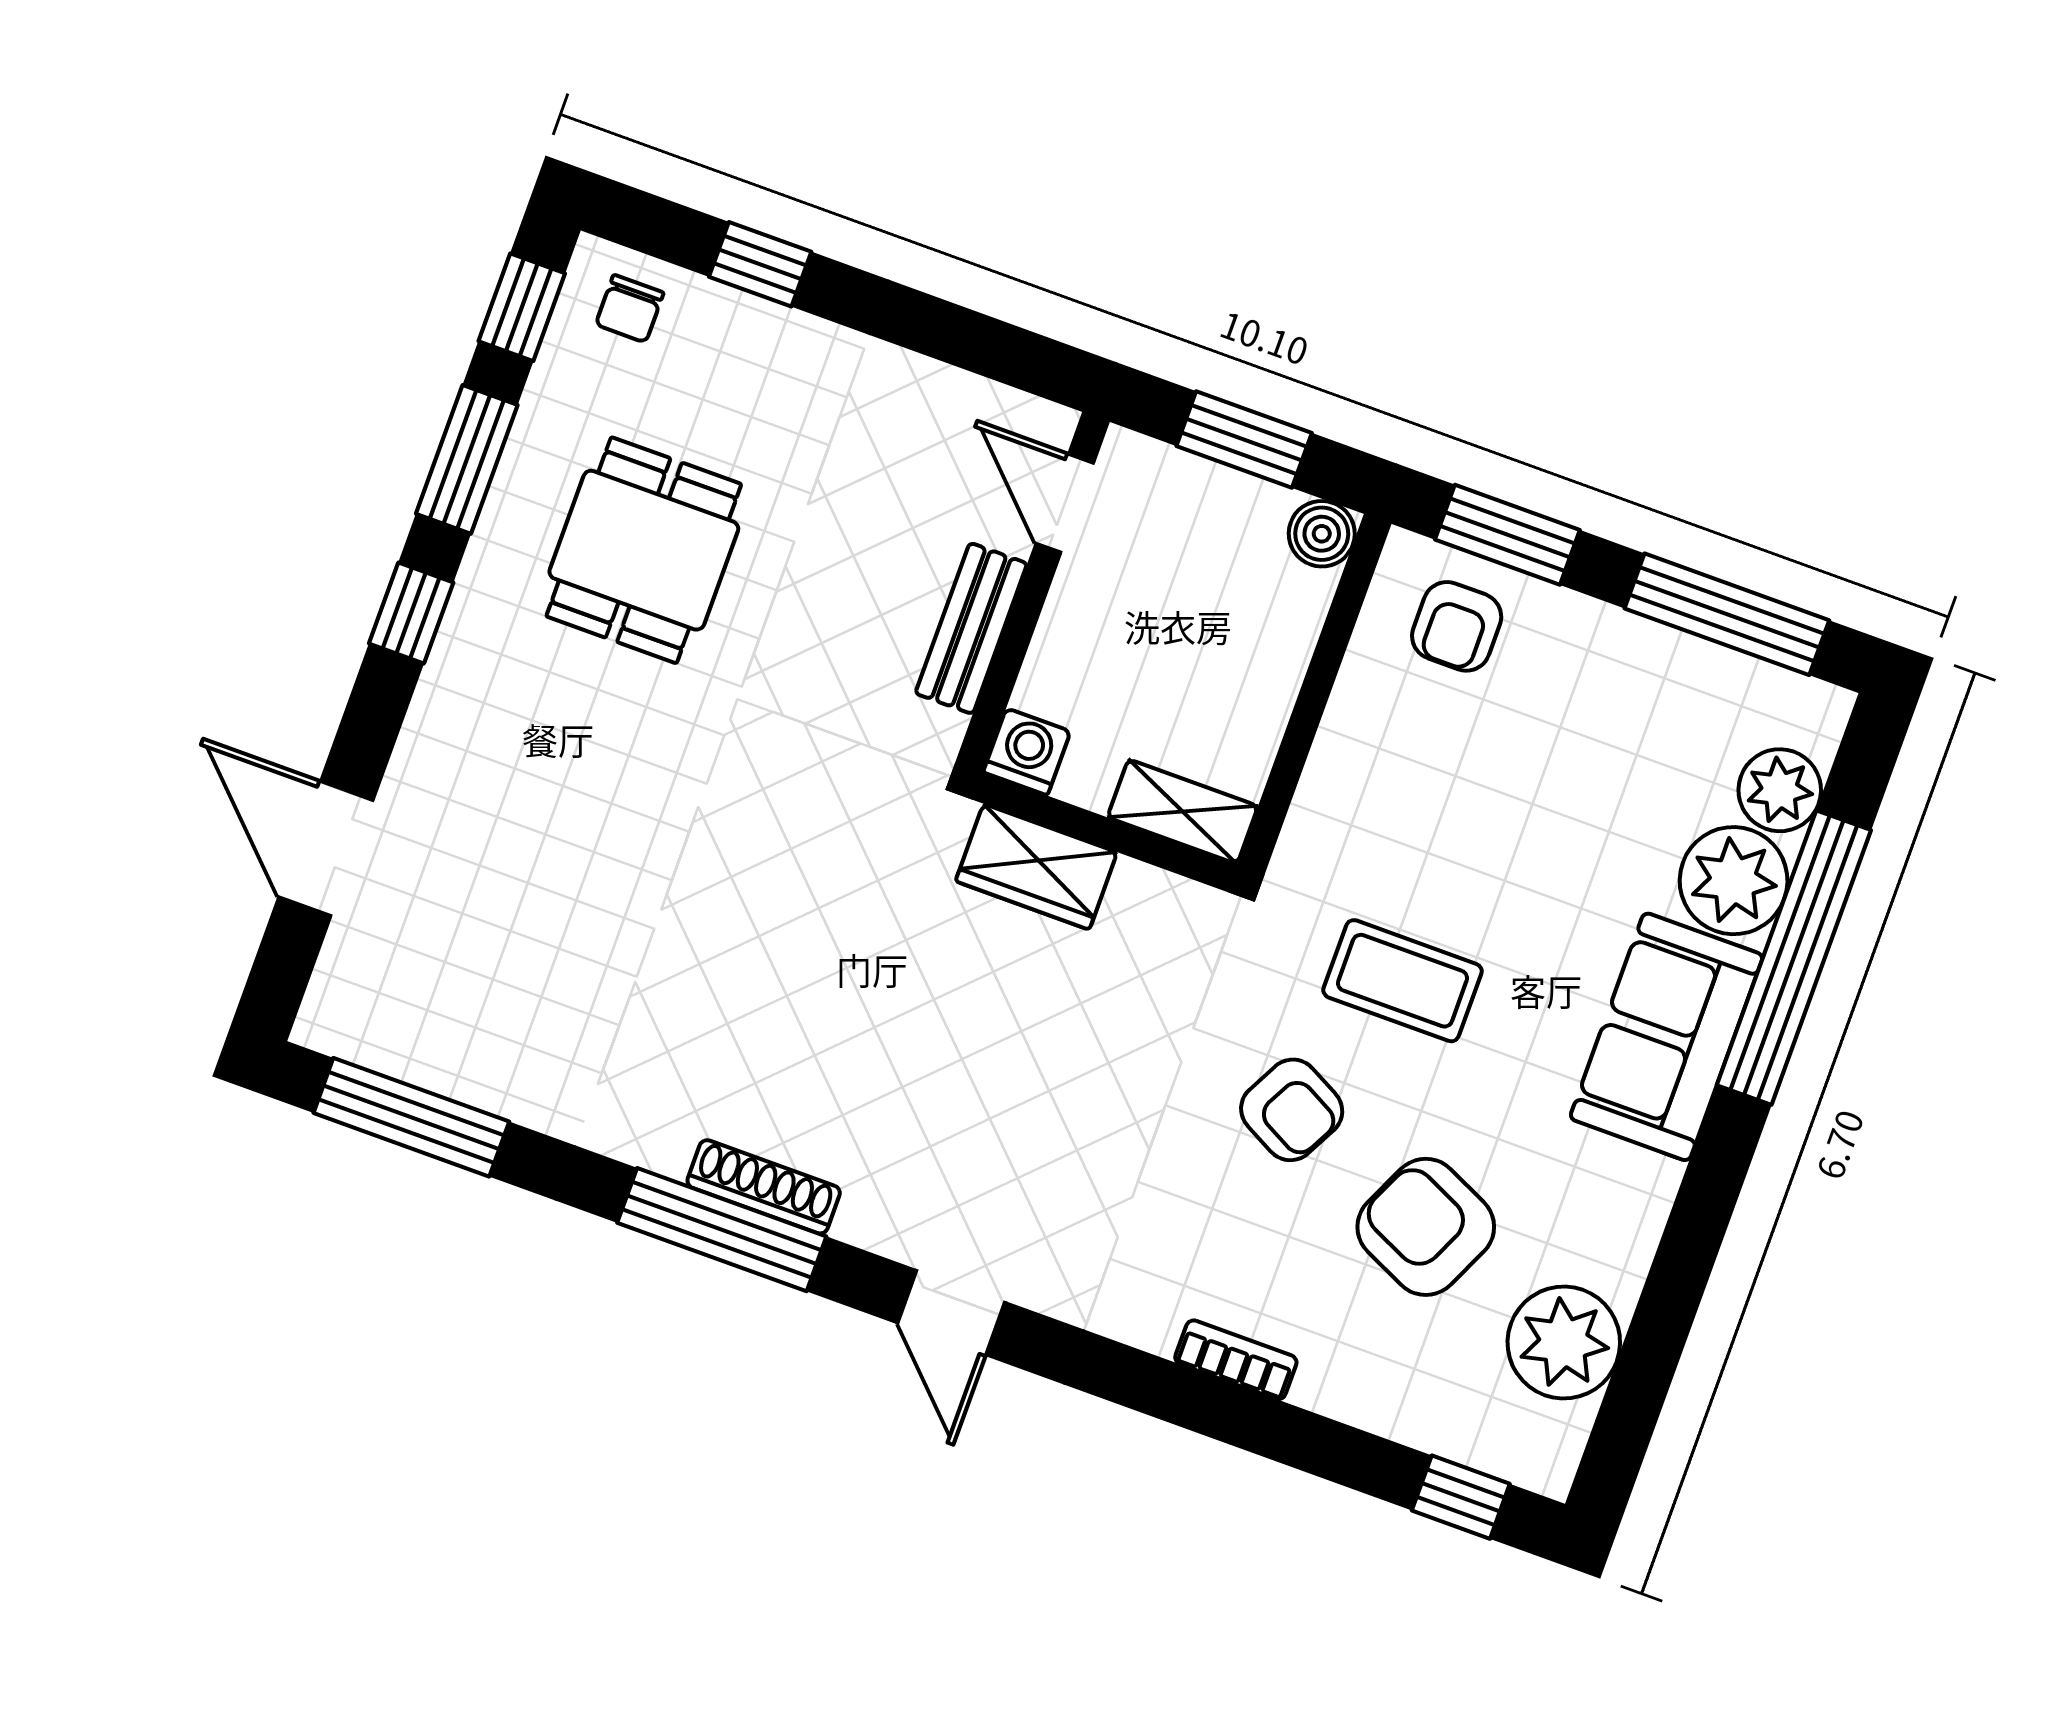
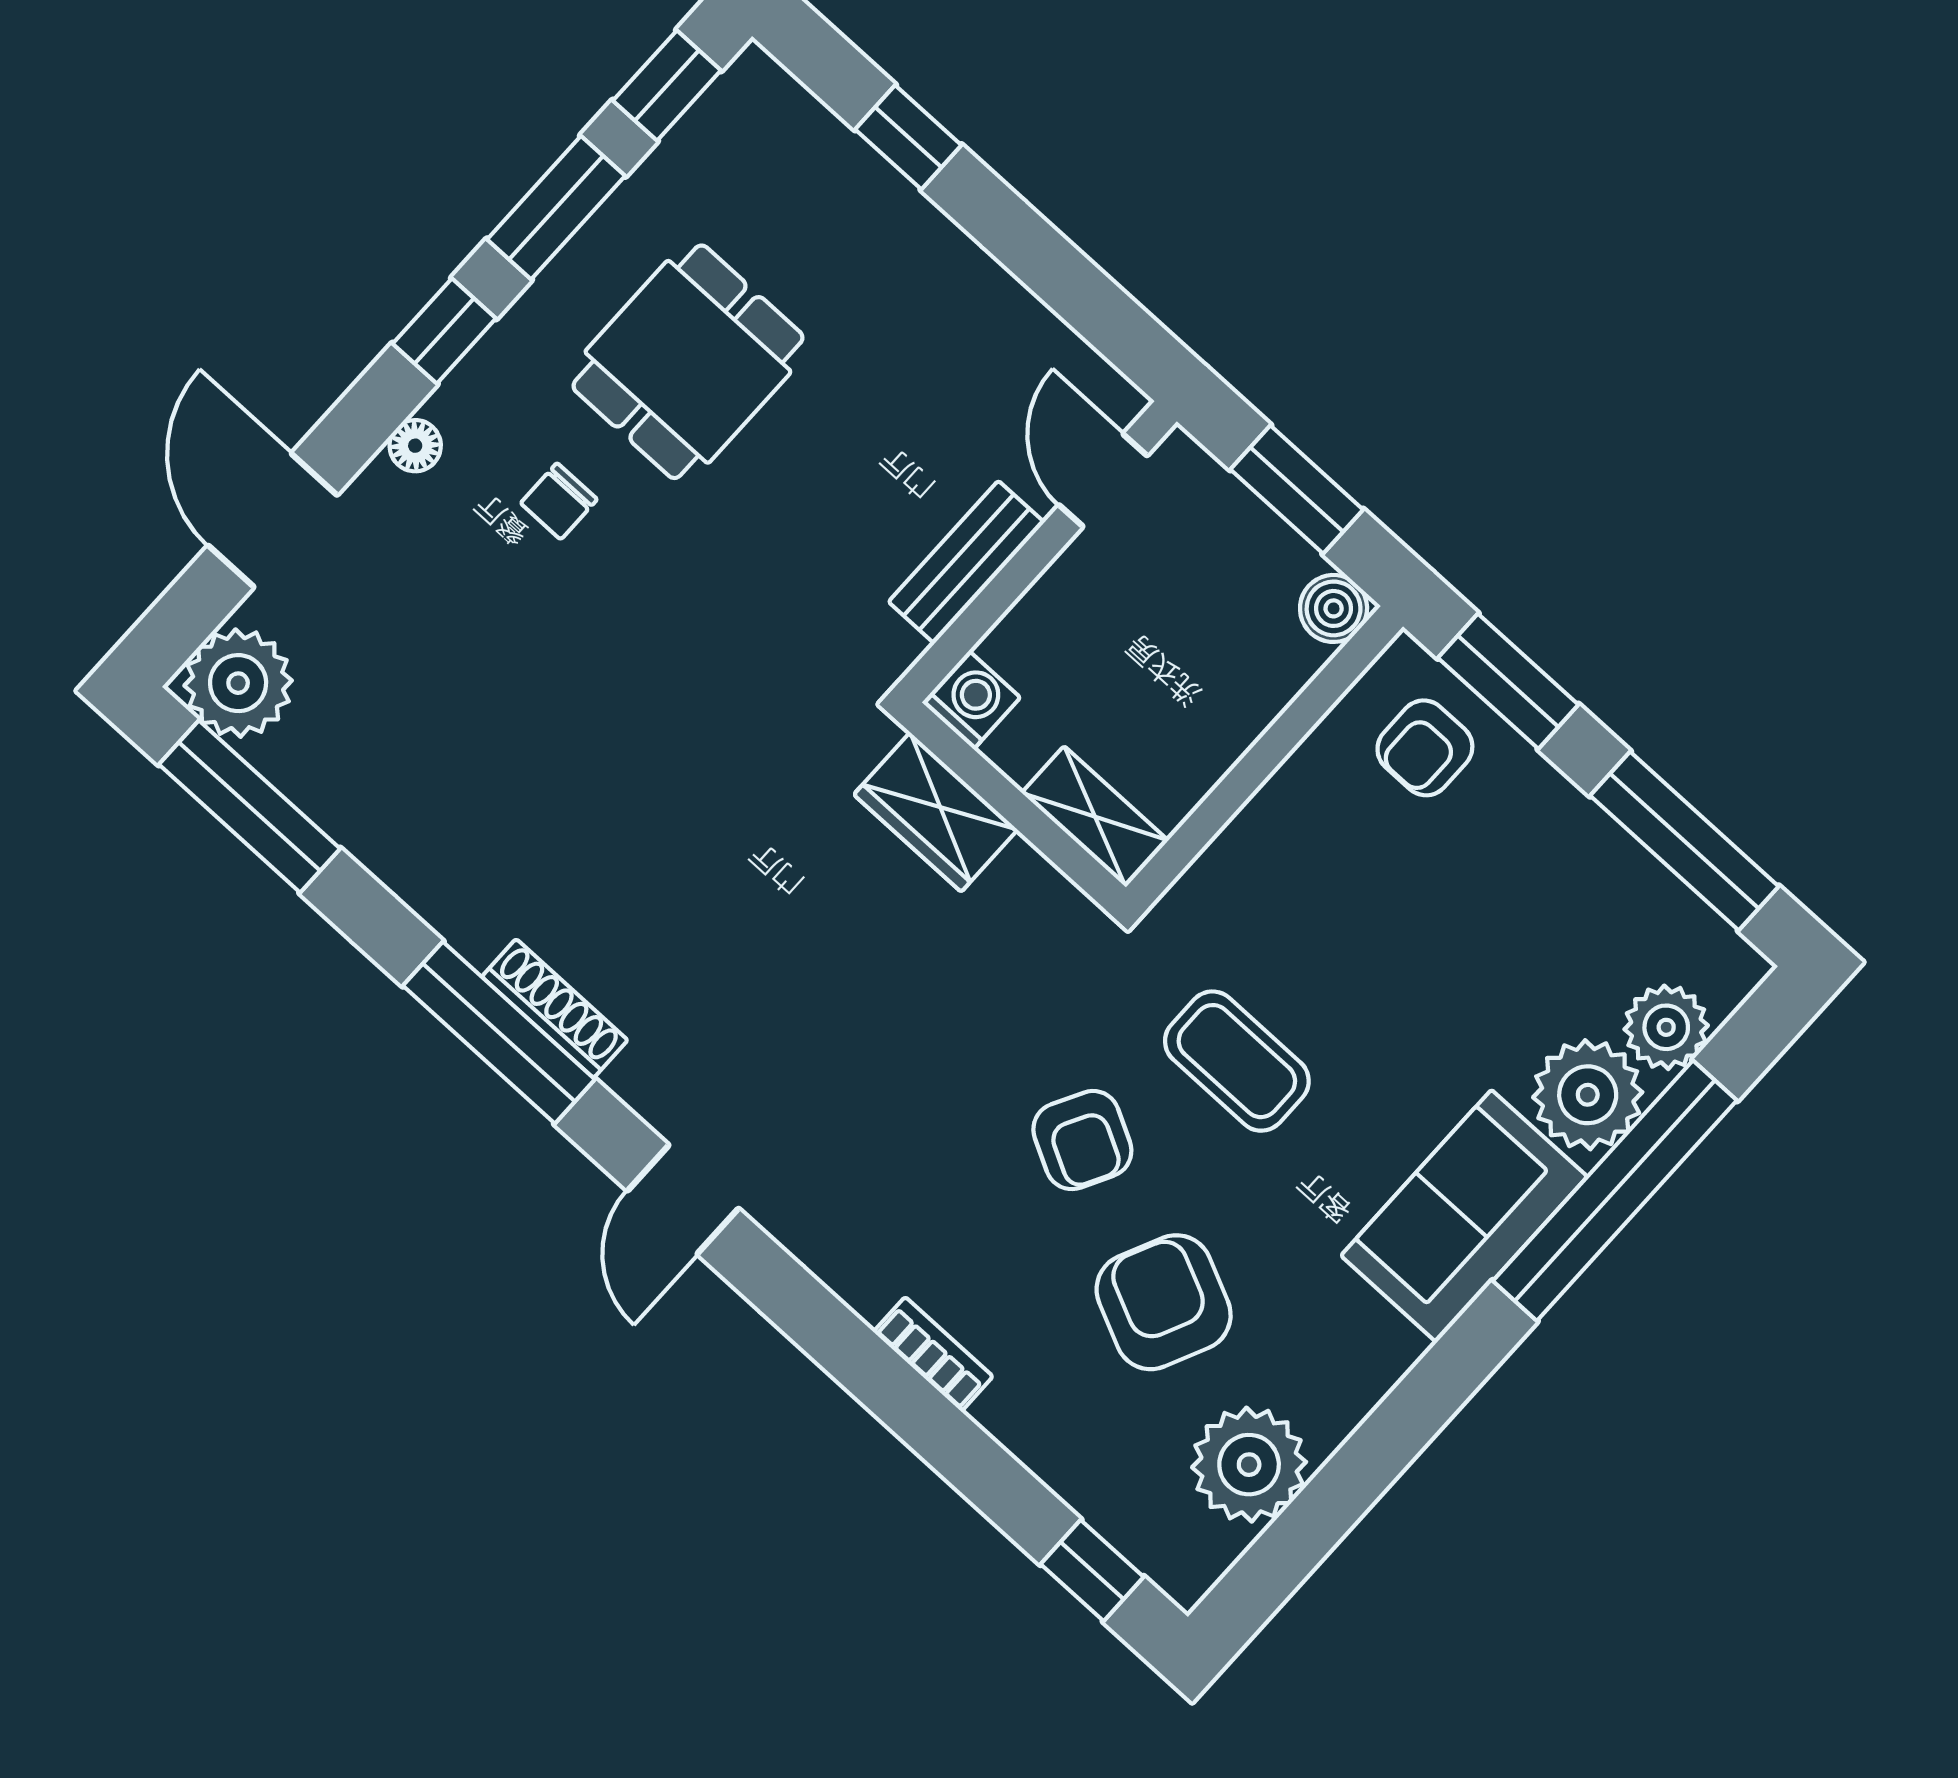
chair: (630, 309) -> (559, 501), moved
floor lamp: (427, 728) -> (415, 446), added
plant: (355, 1009) -> (238, 683), added

